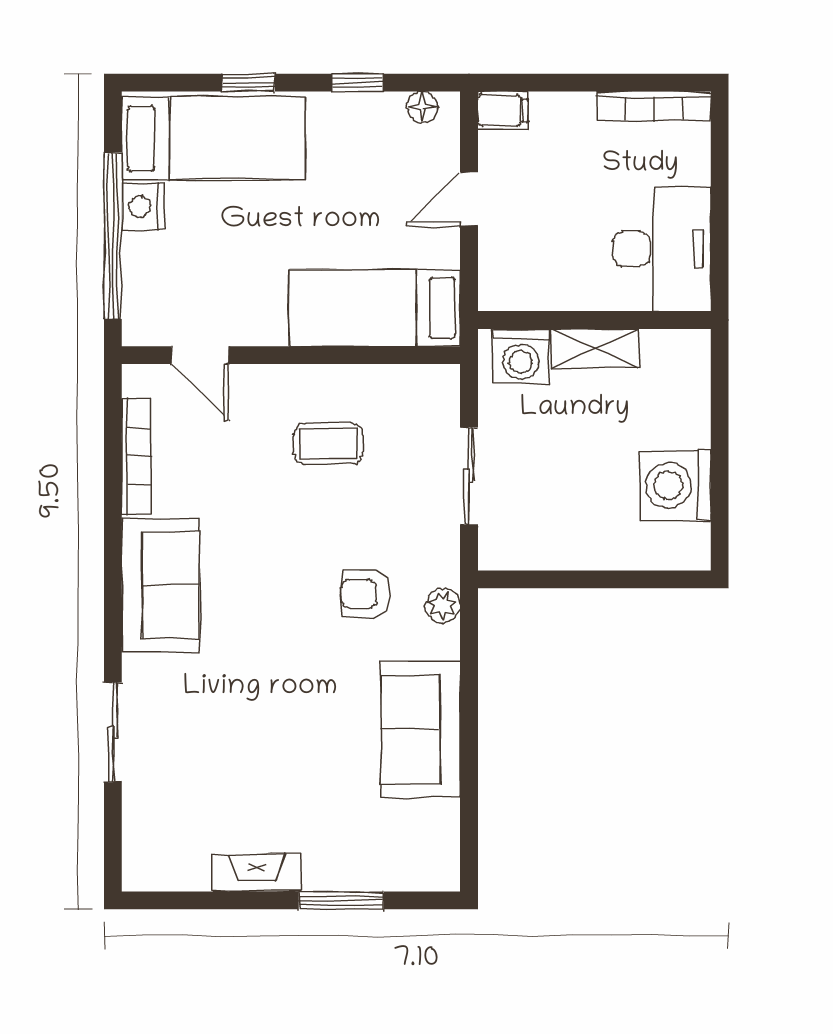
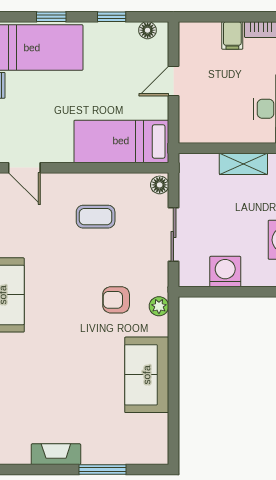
filing cabinet: (503, 110) -> (232, 35), moved, turned 90
washing machine: (521, 357) -> (225, 272), moved, turned 180
floor lamp: (444, 386) -> (160, 185), added

